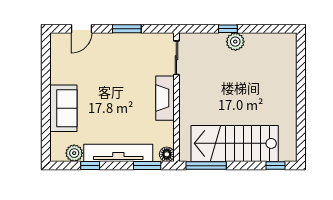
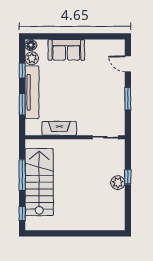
fireplace: (165, 98) -> (59, 128), moved
floor lamp: (167, 154) -> (31, 45), moved
window: (147, 166) -> (22, 104), moved
window: (206, 166) -> (22, 175), moved

